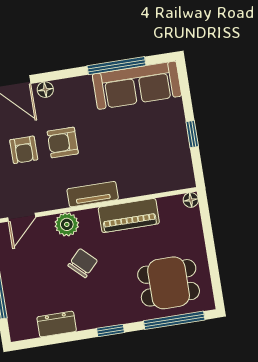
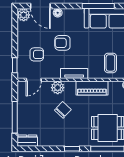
armchair: (24, 150) -> (37, 54), moved, turned -90
coffee table: (155, 165) -> (110, 63), added
dresser: (57, 324) -> (27, 141), moved

